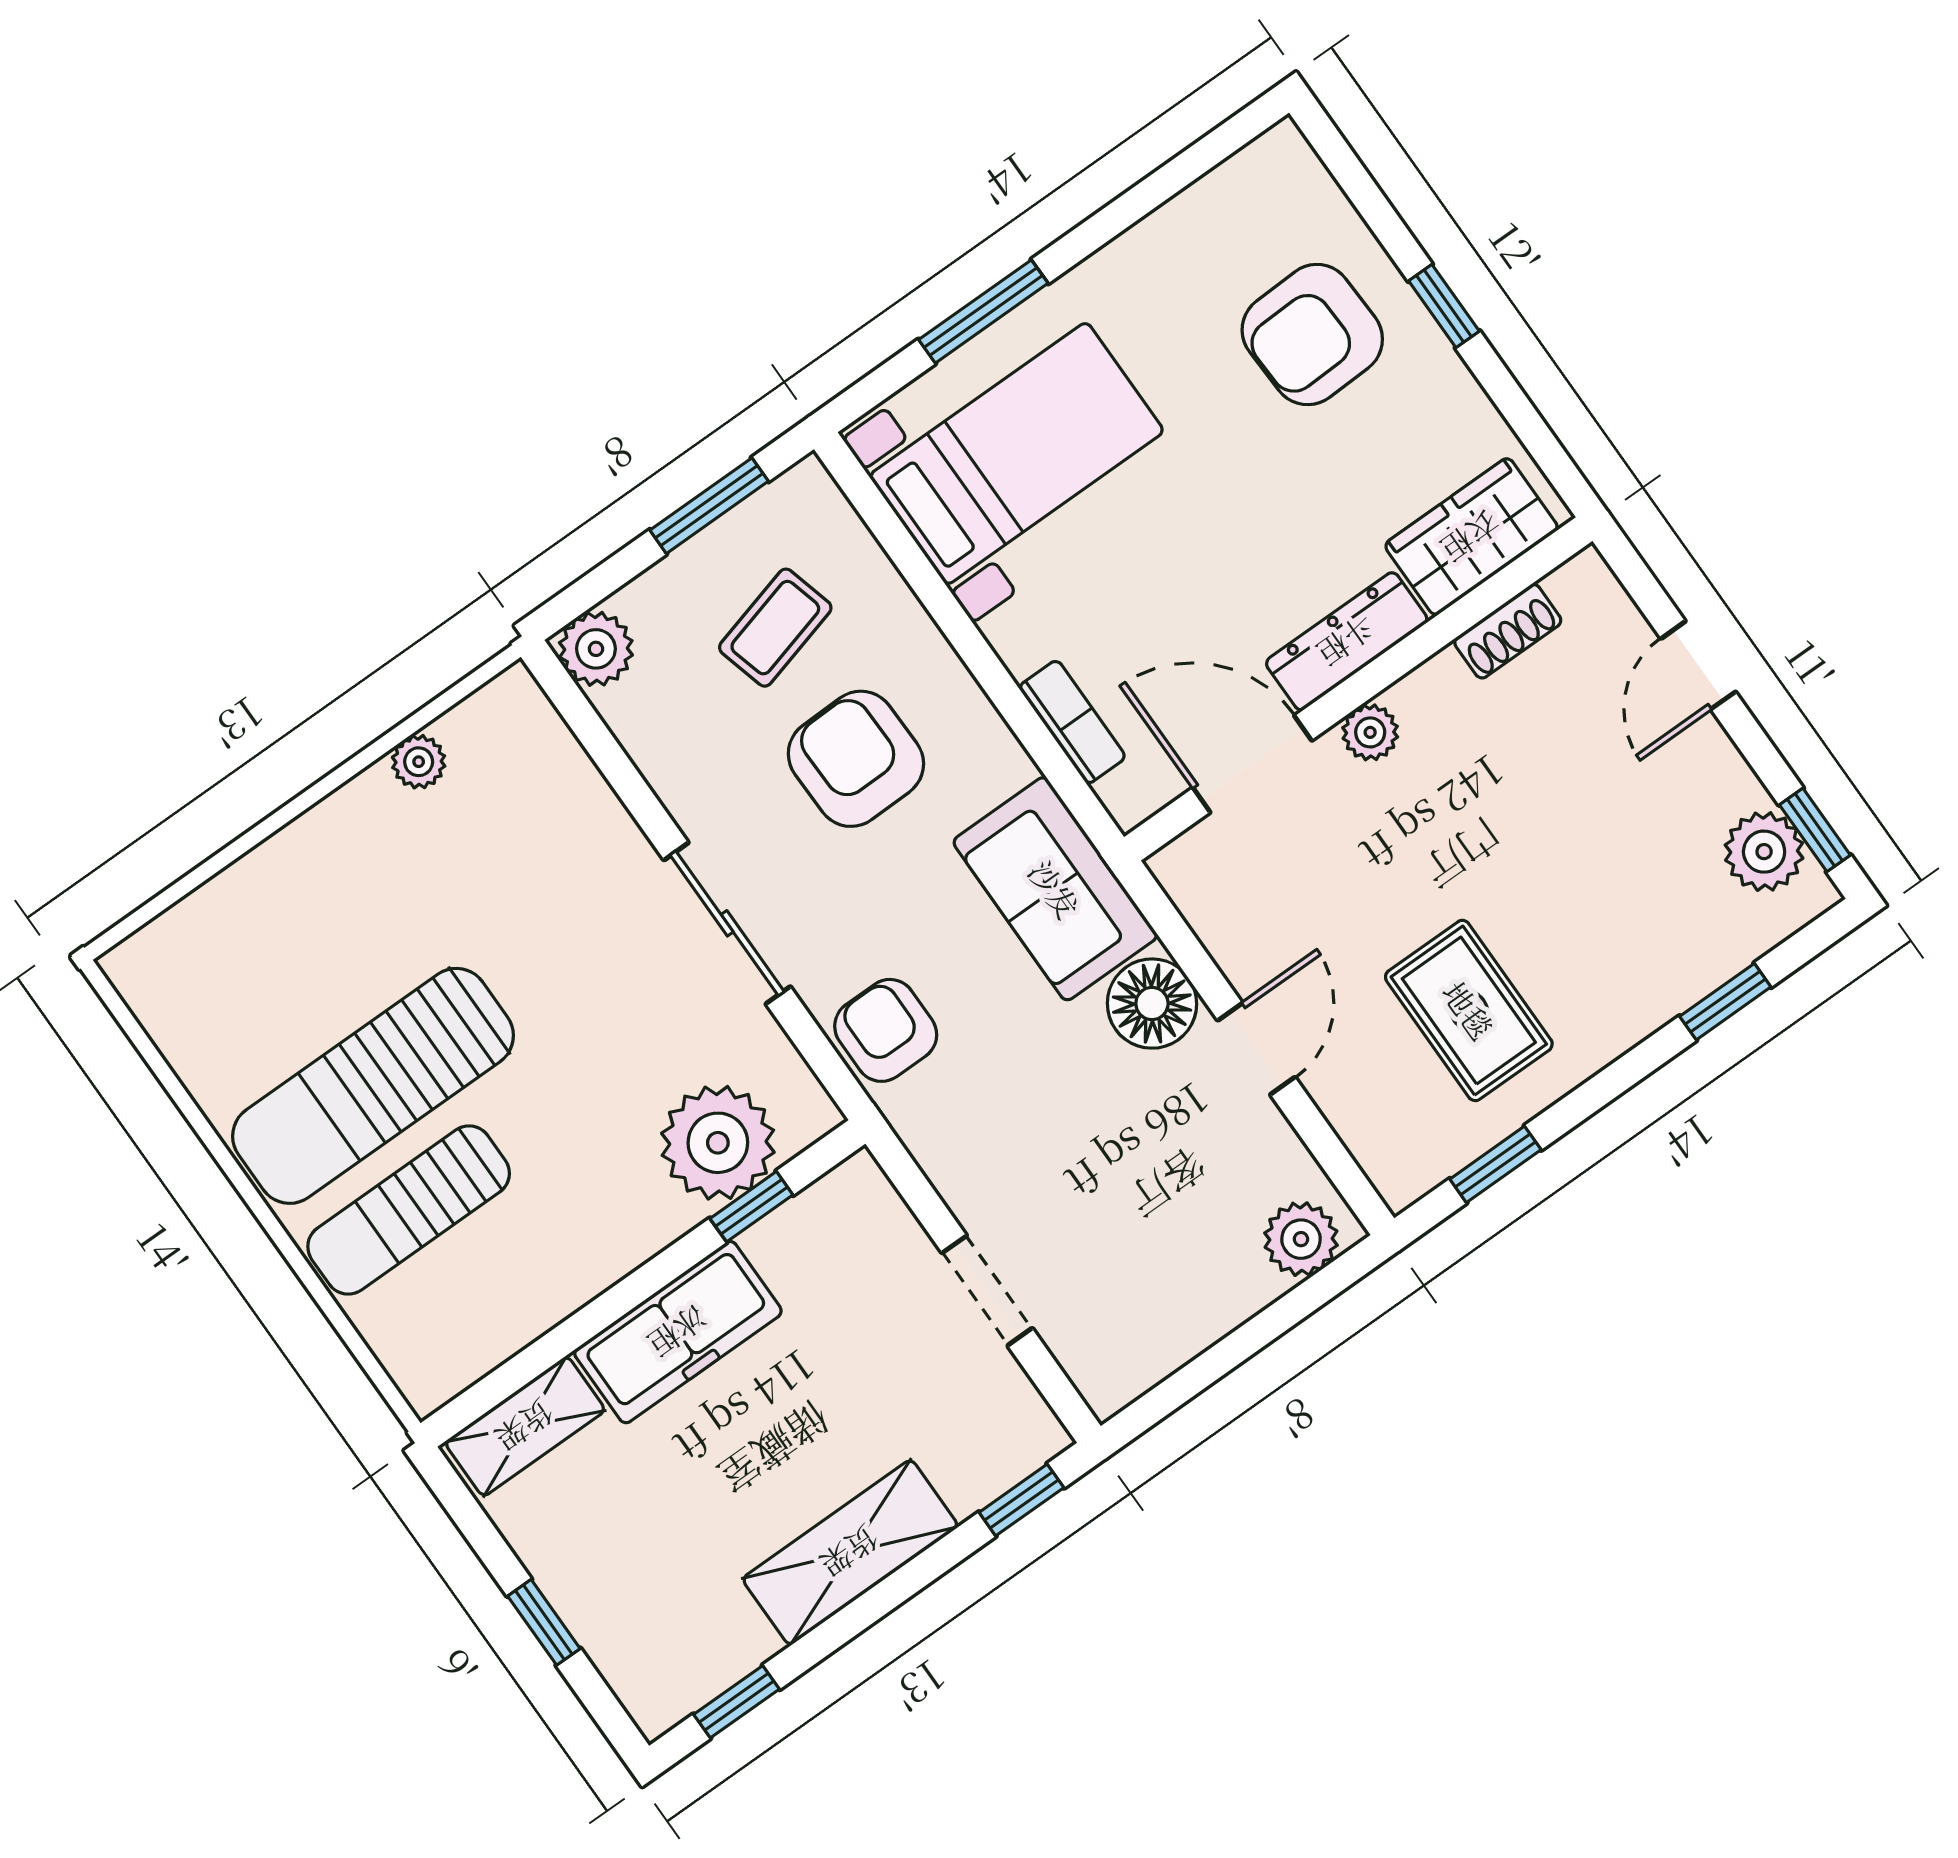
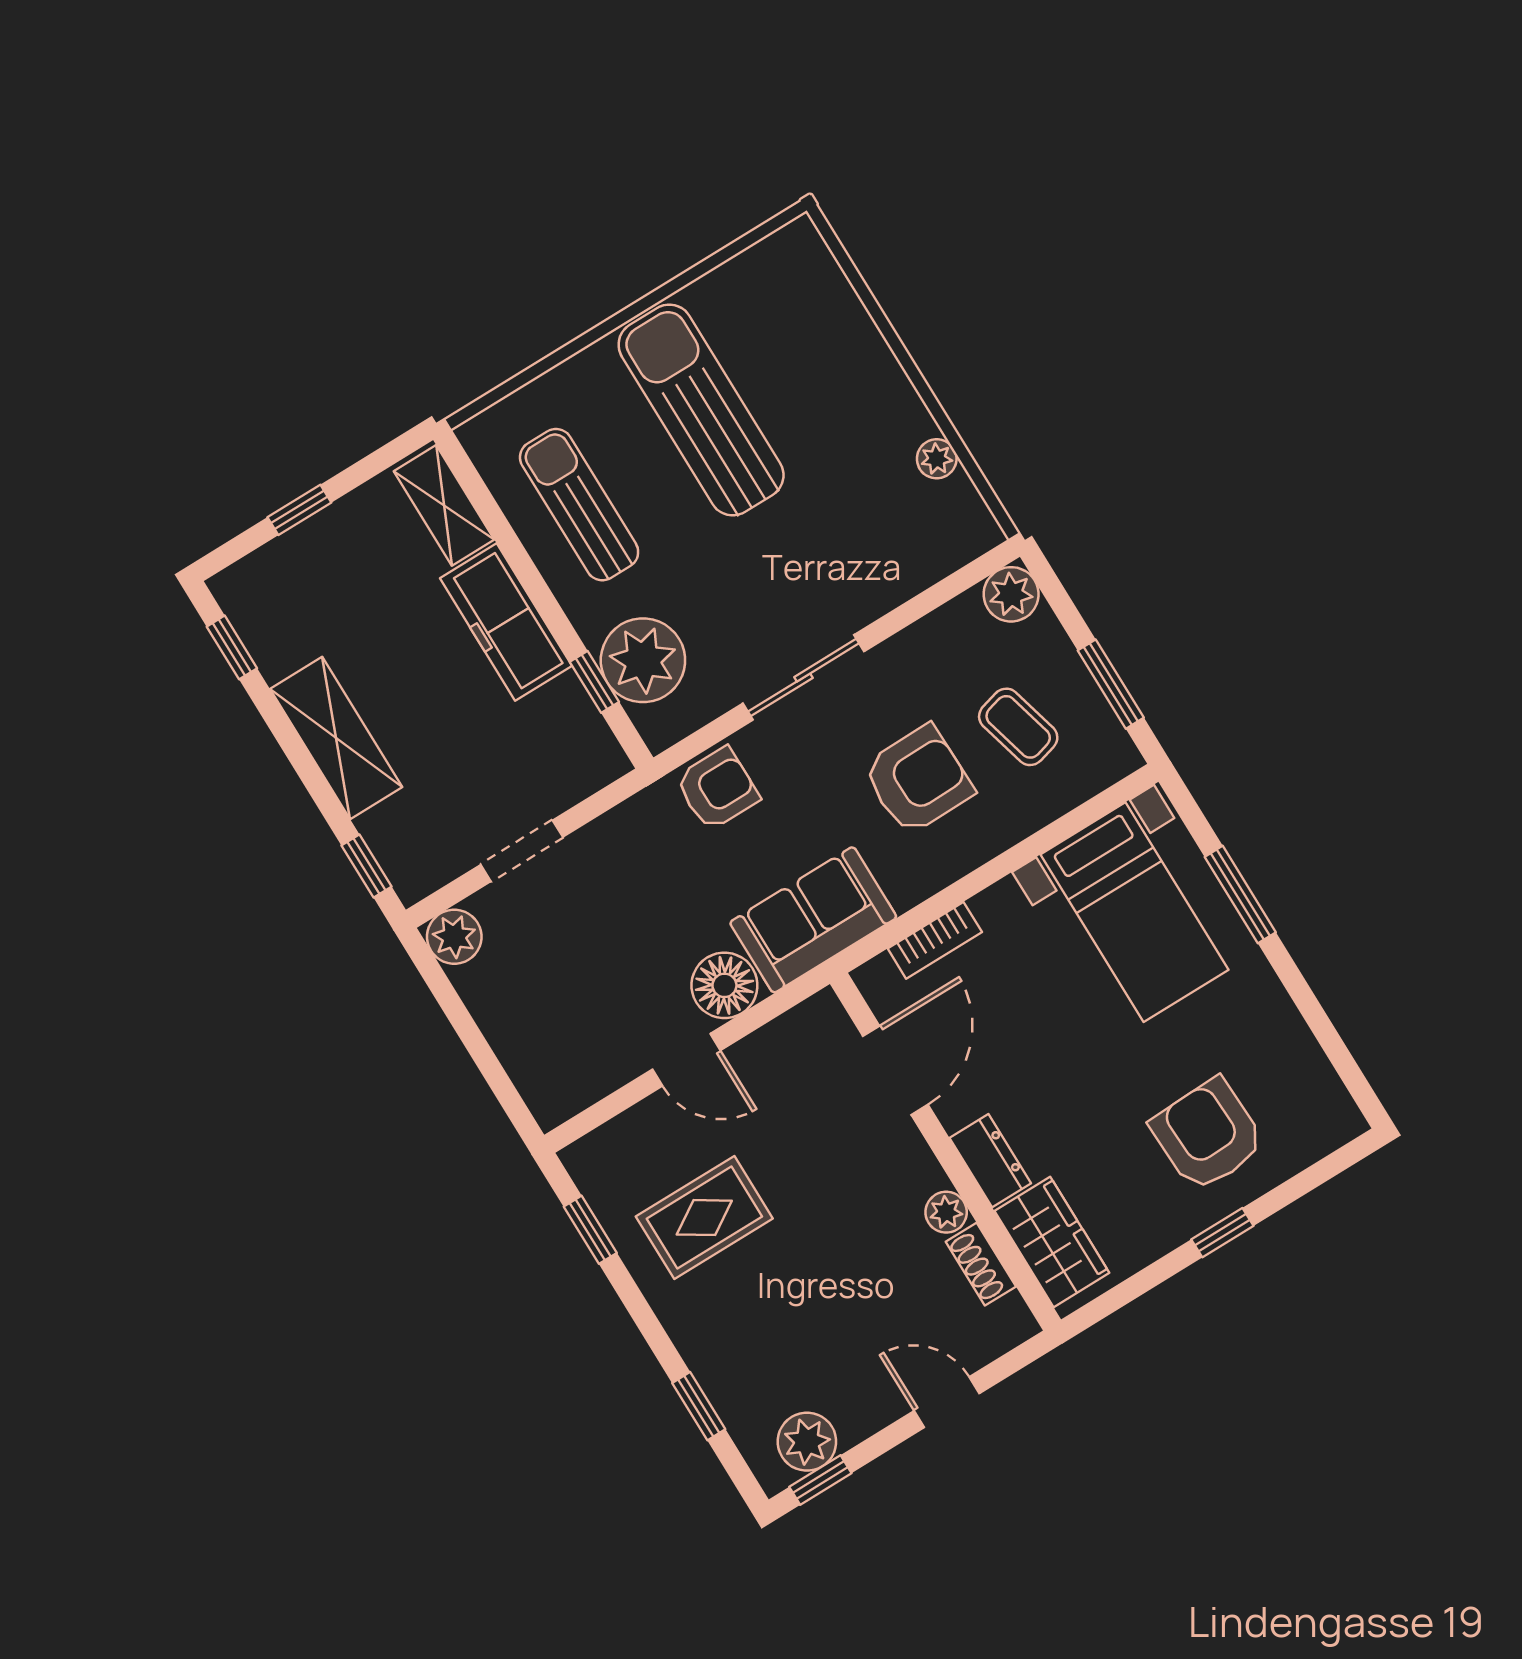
dresser: (1347, 641) -> (990, 1161), width x0.70
plant: (1370, 732) -> (946, 1212), moved
sun lounger: (409, 1210) -> (579, 505), moved
plant: (1301, 1239) -> (454, 937), moved

